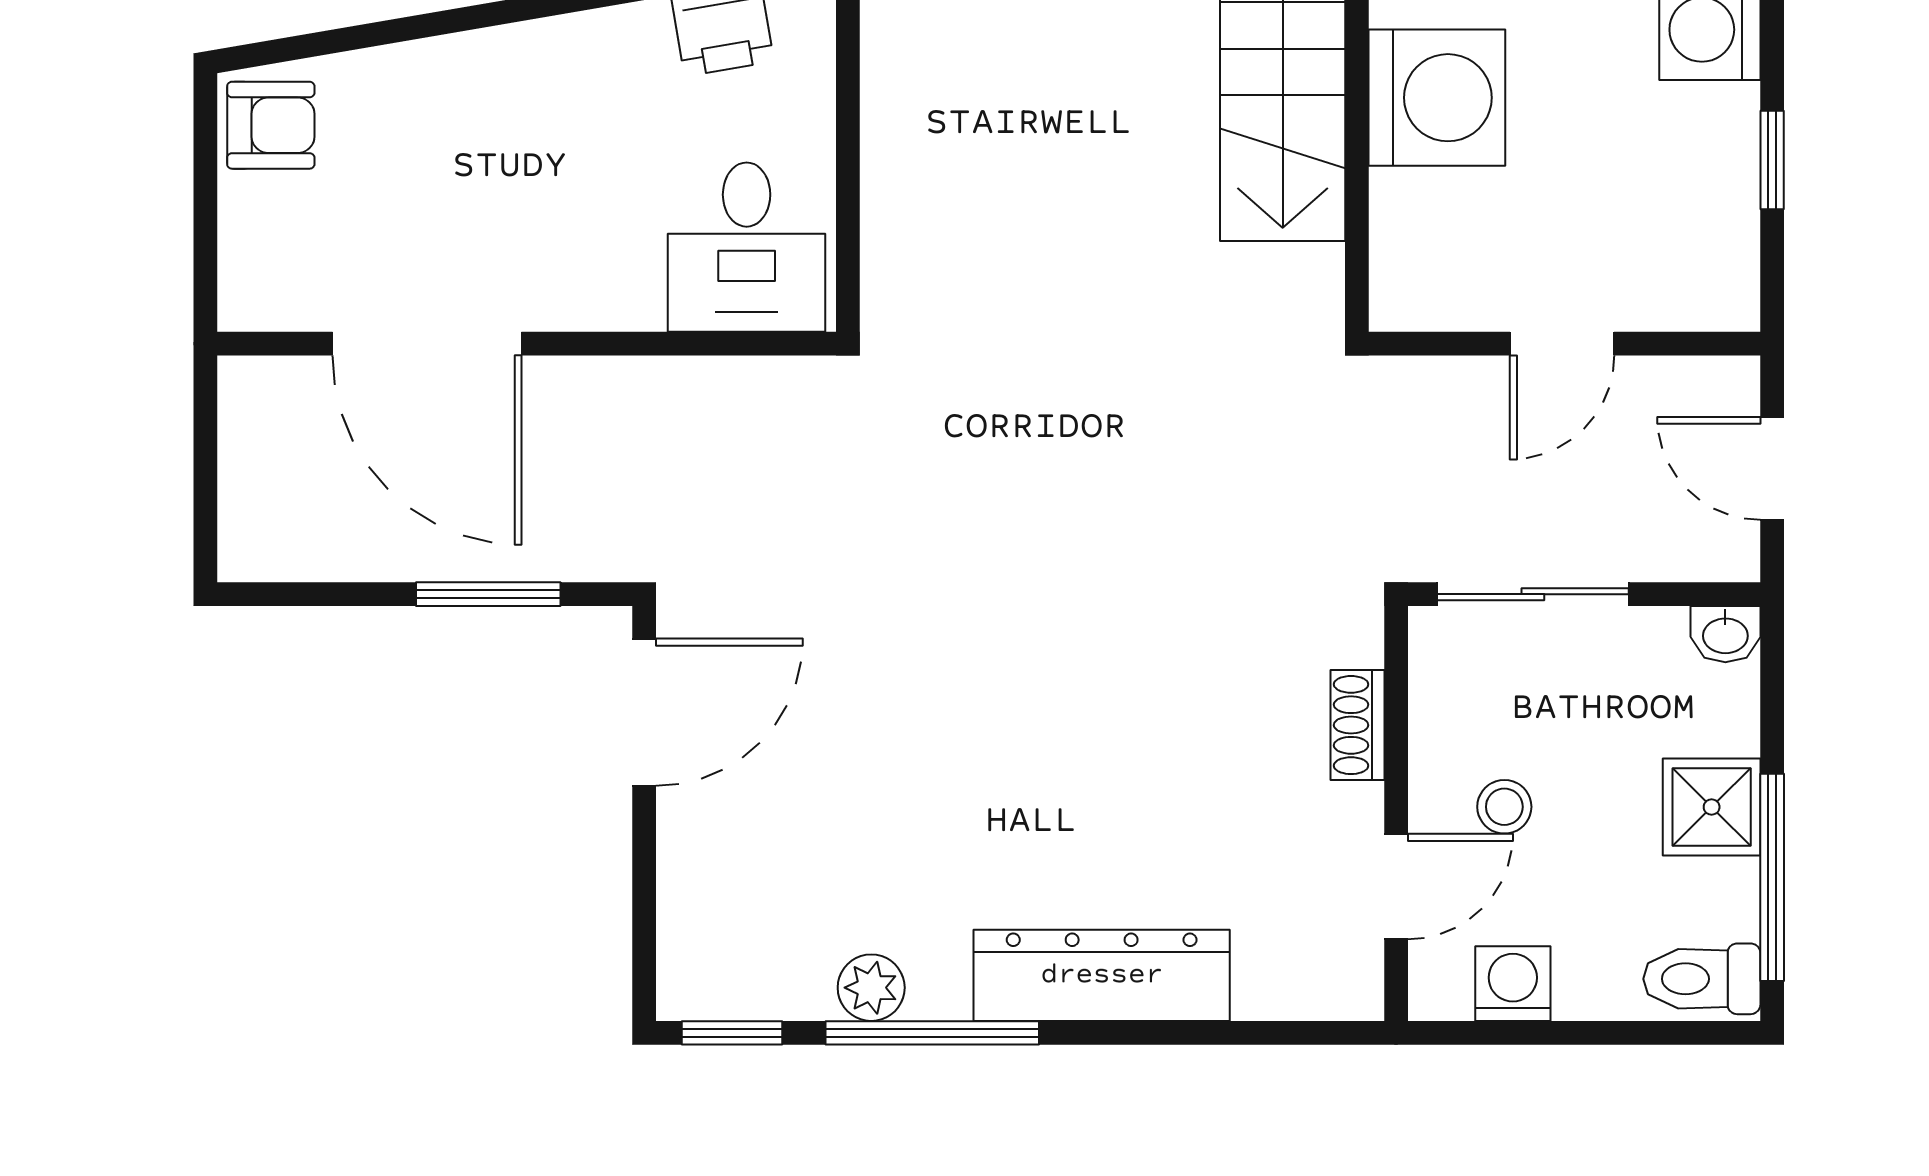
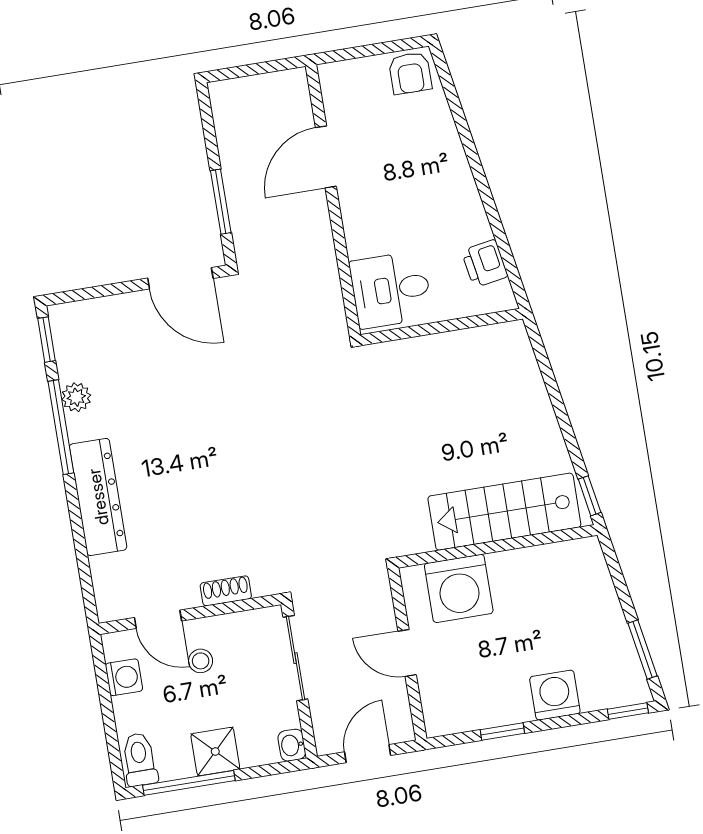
washing machine: (1437, 98) -> (459, 588), moved
door: (427, 344) -> (326, 157), width x0.73

